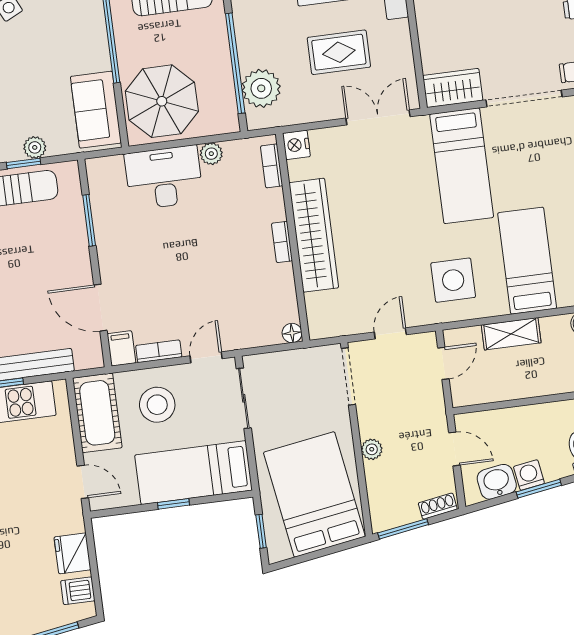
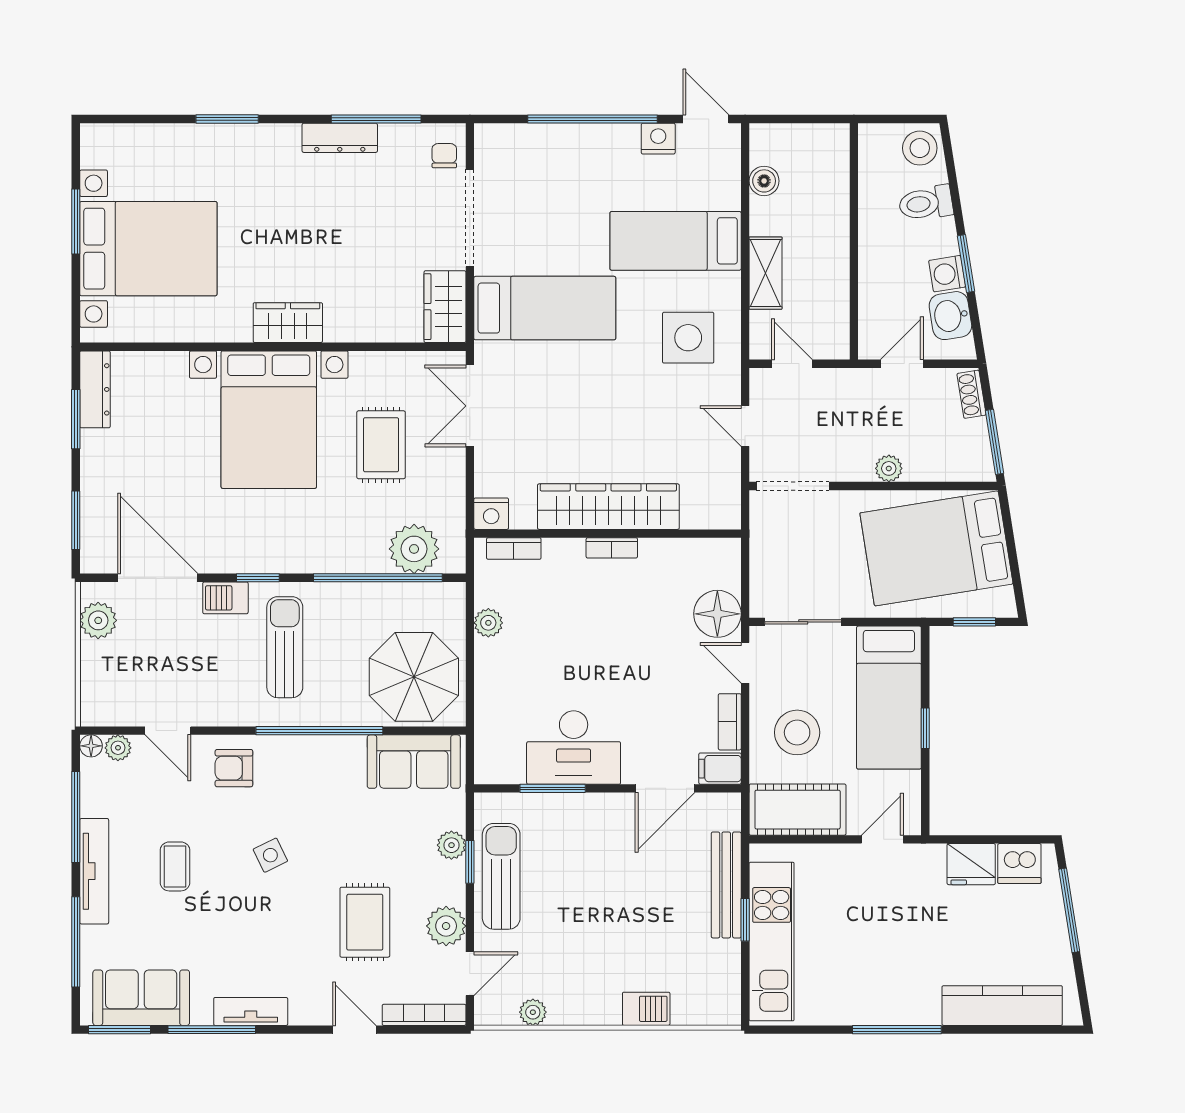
desk: (164, 178) -> (574, 748), moved, turned -90
floor lamp: (292, 333) -> (717, 614), moved, width x1.89, depth x1.89
dishwasher: (78, 591) -> (1019, 864), width x1.38

